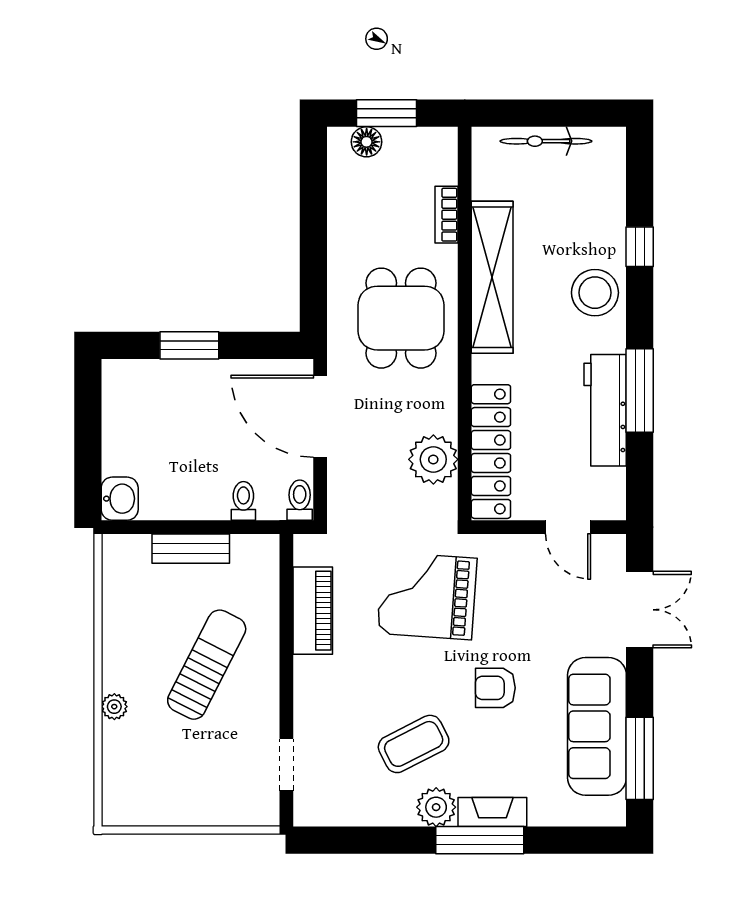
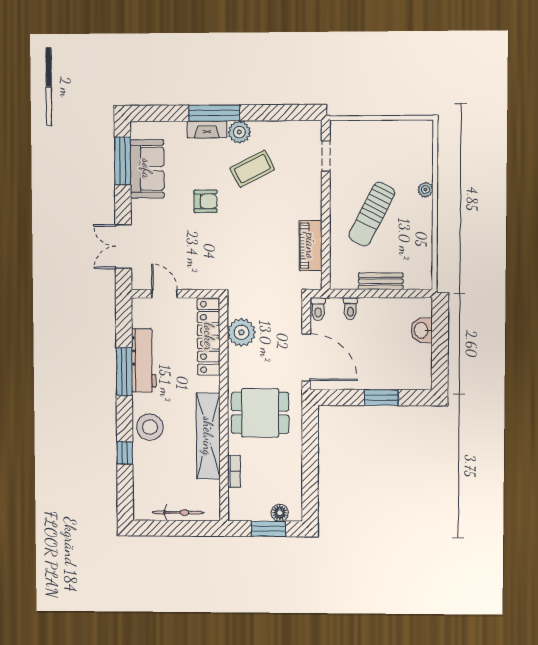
dining table: (401, 318) -> (260, 413), turned 90
washbasin: (120, 499) -> (422, 330), moved
grand piano: (427, 596) -> (245, 254), removed
sofa: (597, 726) -> (147, 169), width x0.73

